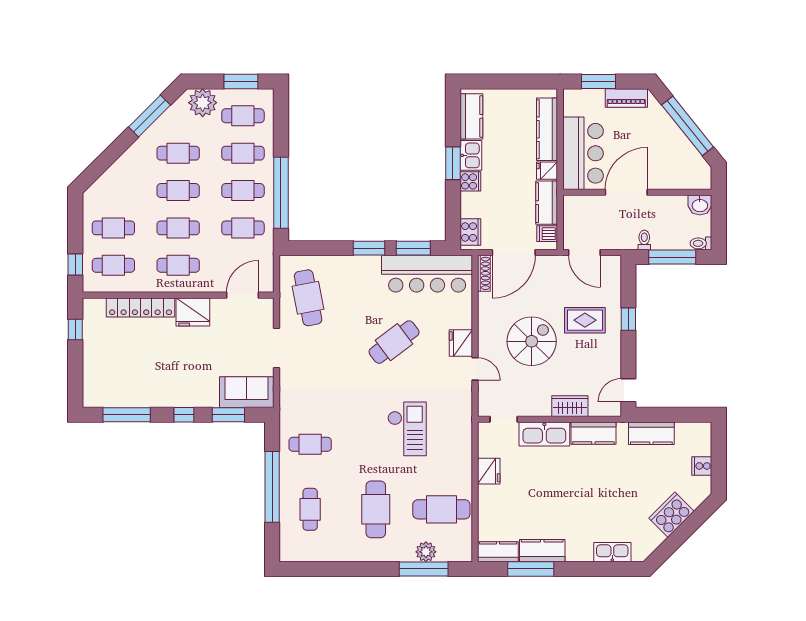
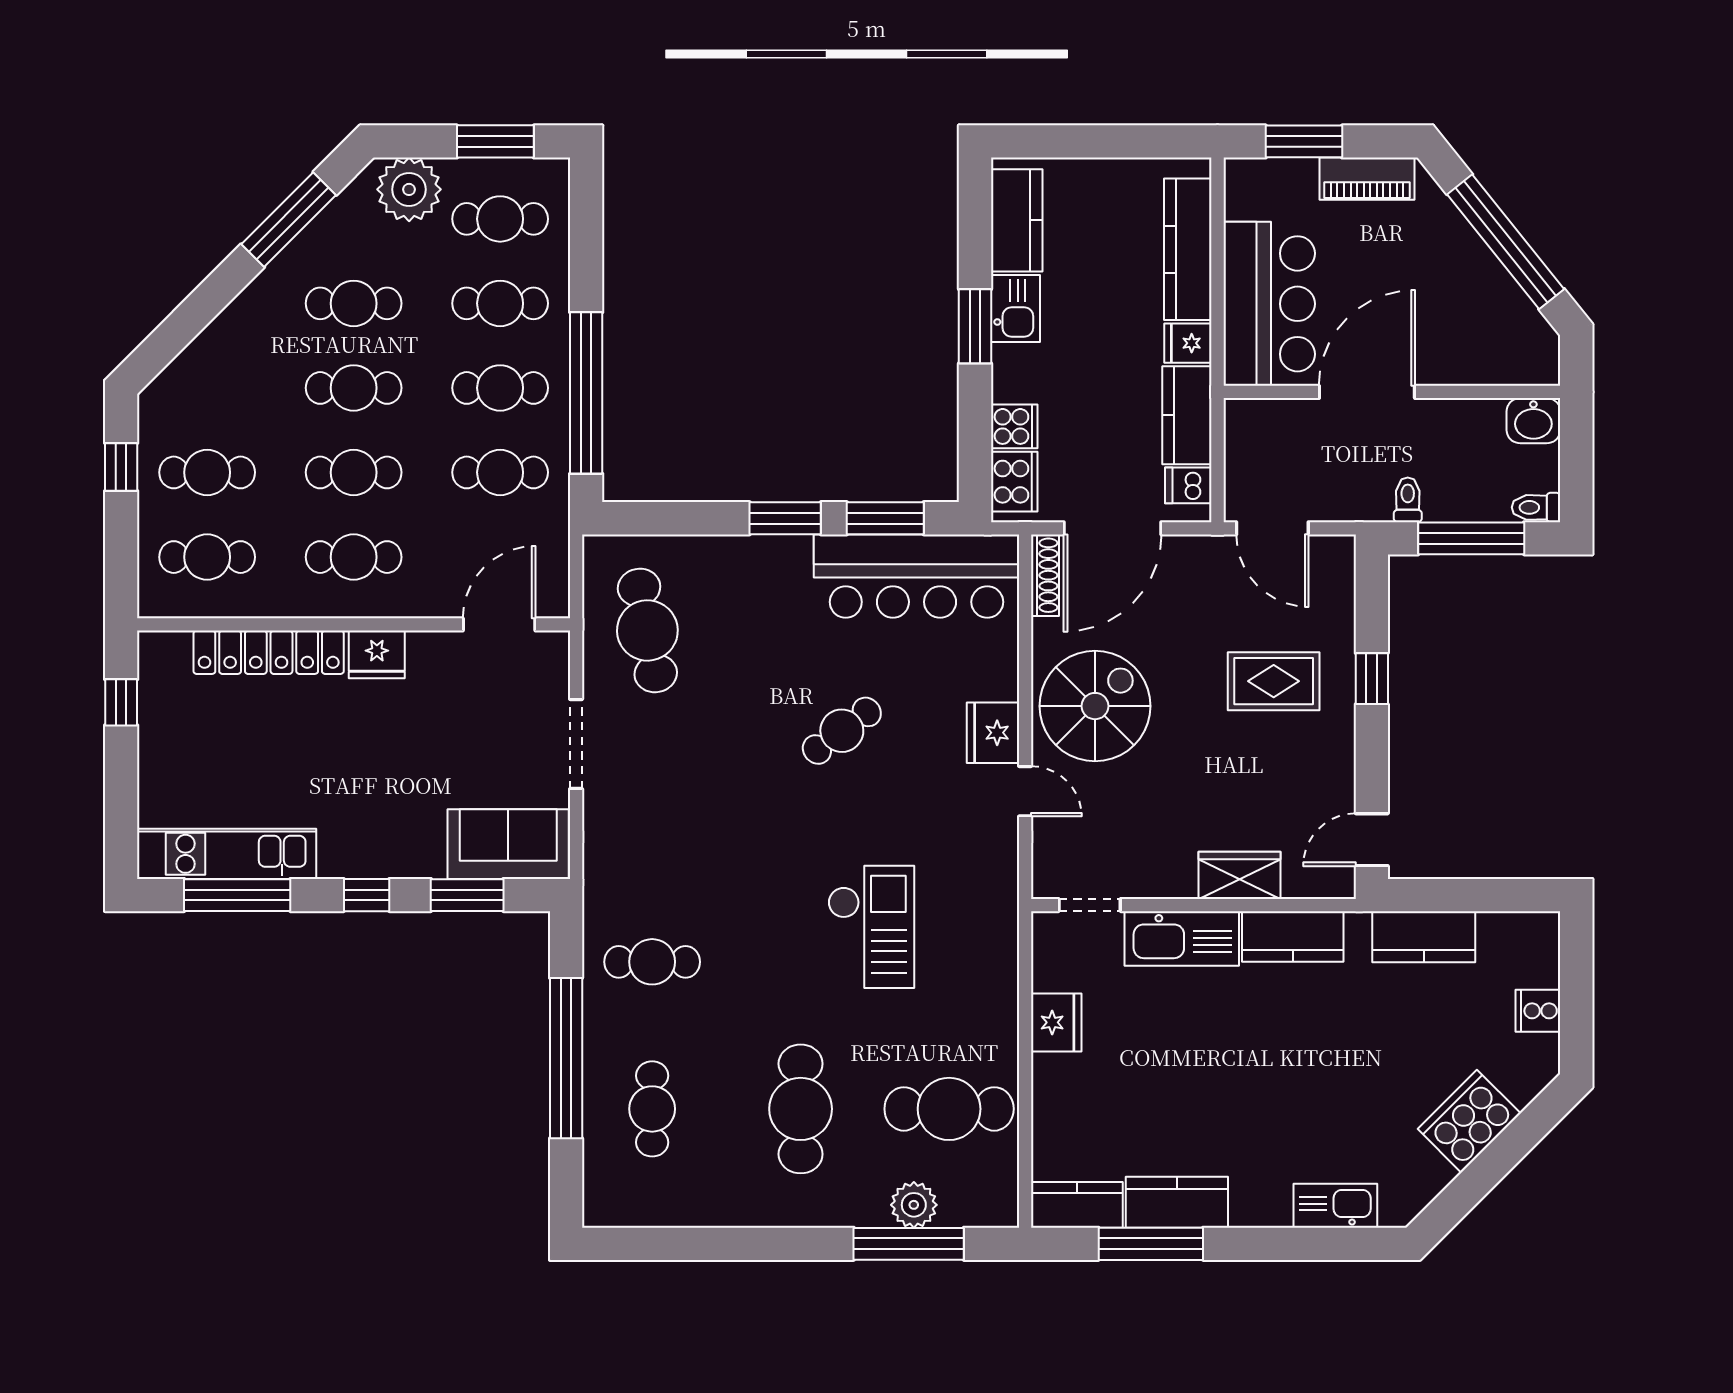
cooker: (470, 181) -> (1014, 426), moved
window: (75, 265) -> (121, 467), moved
fridge: (193, 312) -> (377, 654), width x0.73, depth x0.75
spiral stairs: (532, 341) -> (1095, 706), moved
cafe table: (394, 342) -> (842, 731), width x0.73, depth x0.74
kitchen unit: (122, 397) -> (227, 854), added

